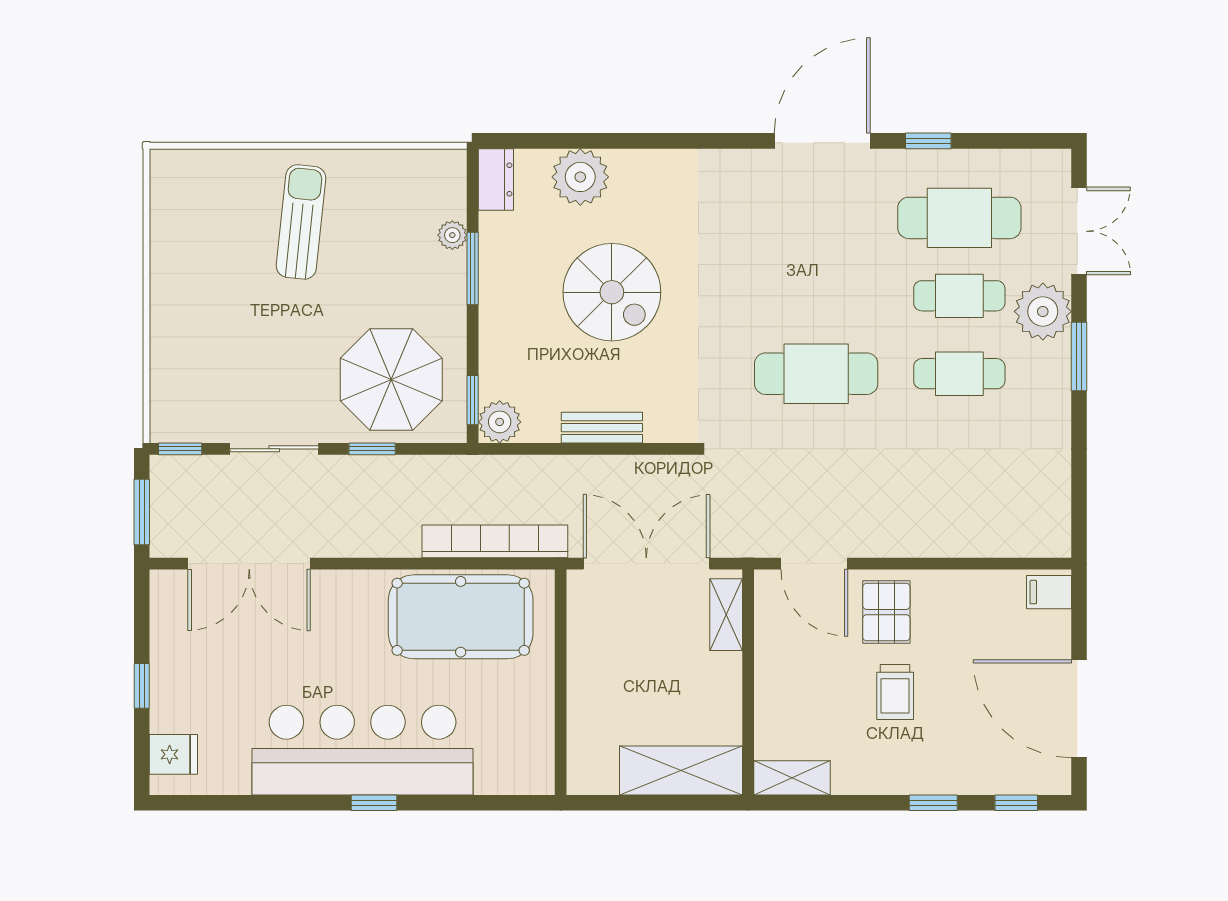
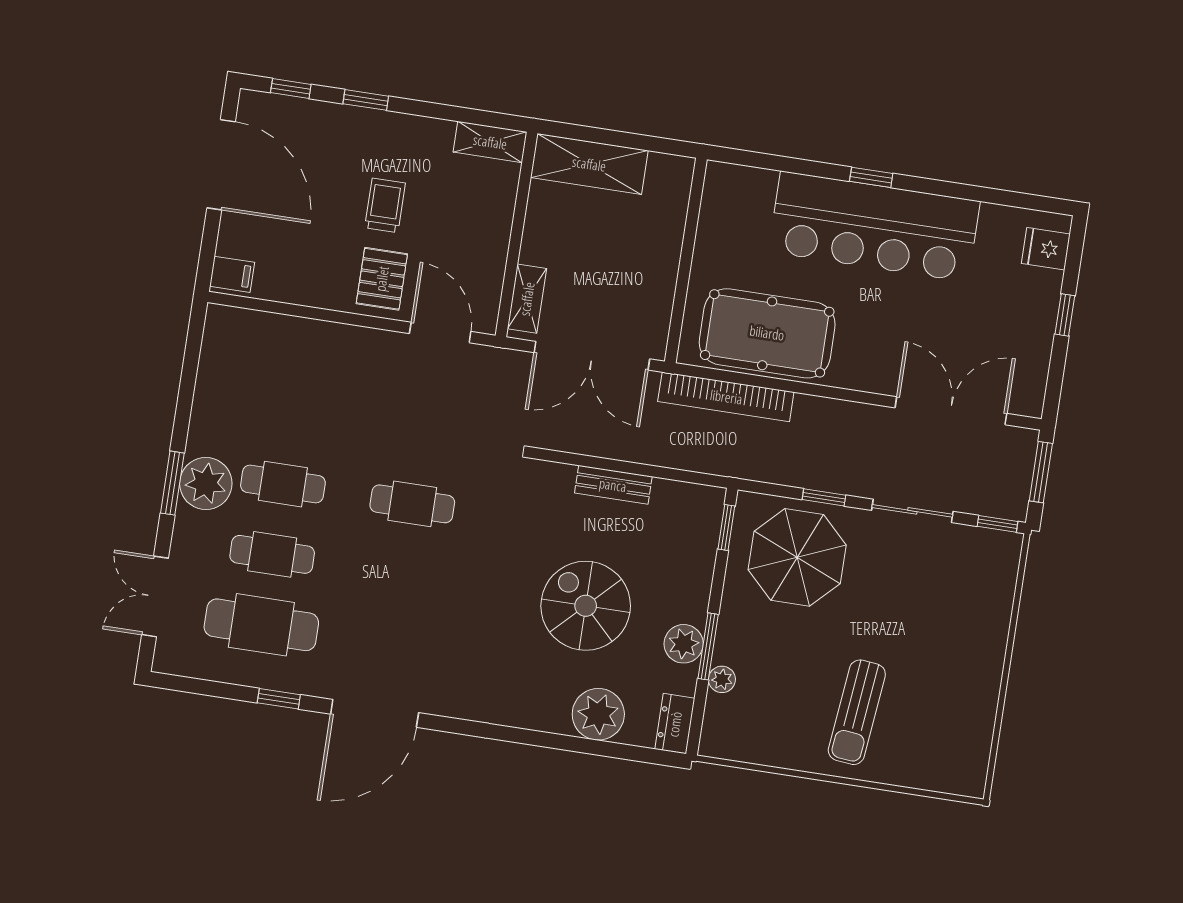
plant: (1043, 311) -> (206, 484), moved
cafe table: (816, 374) -> (412, 504), width x0.73, depth x0.74
plant: (500, 422) -> (684, 644), moved

